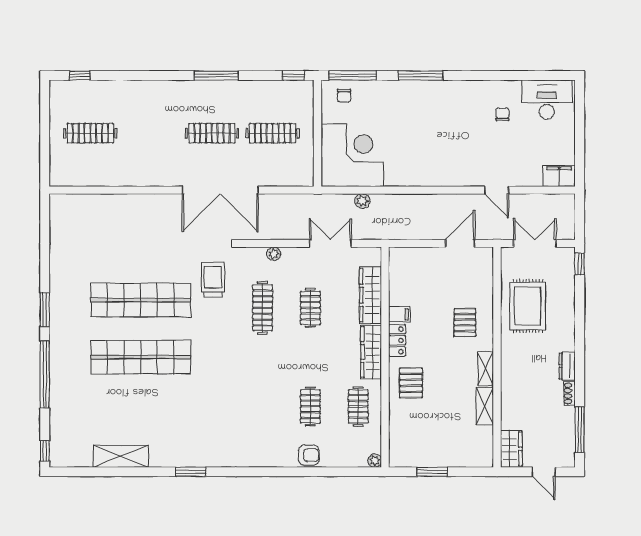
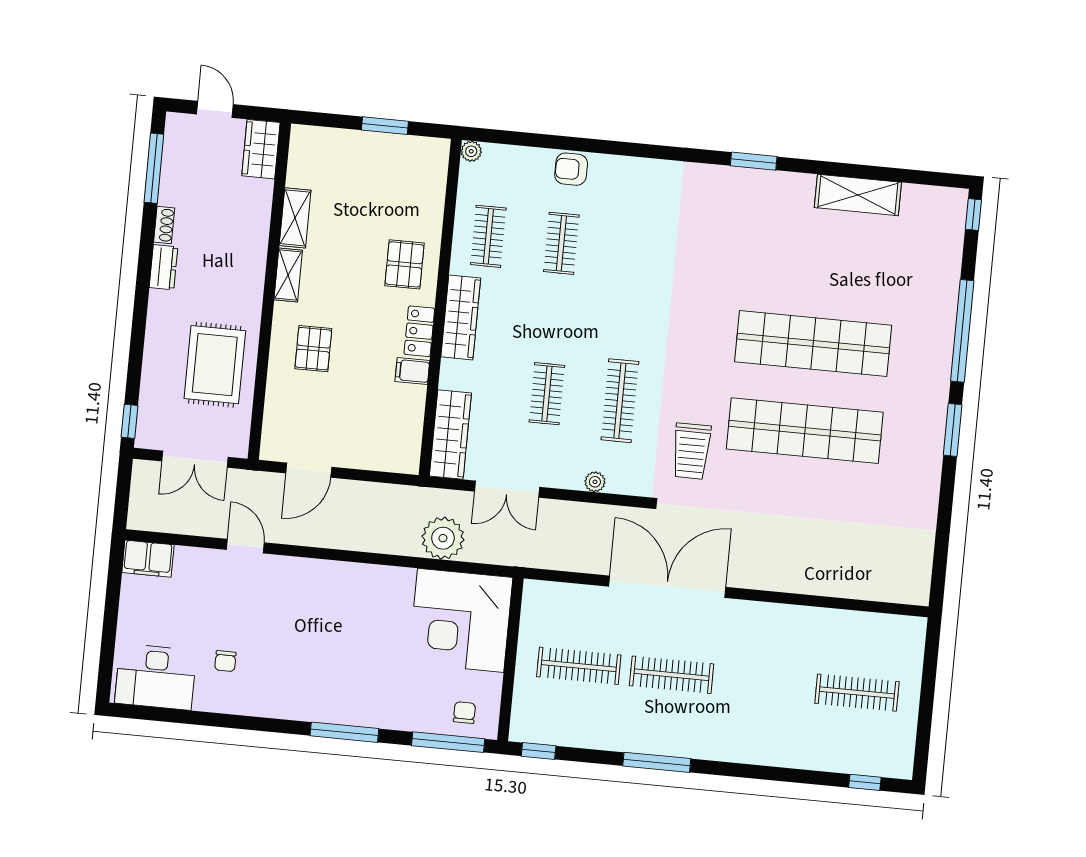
plant: (362, 201) -> (443, 538), width x1.87, depth x1.87
wardrobe: (370, 295) -> (450, 435), moved

